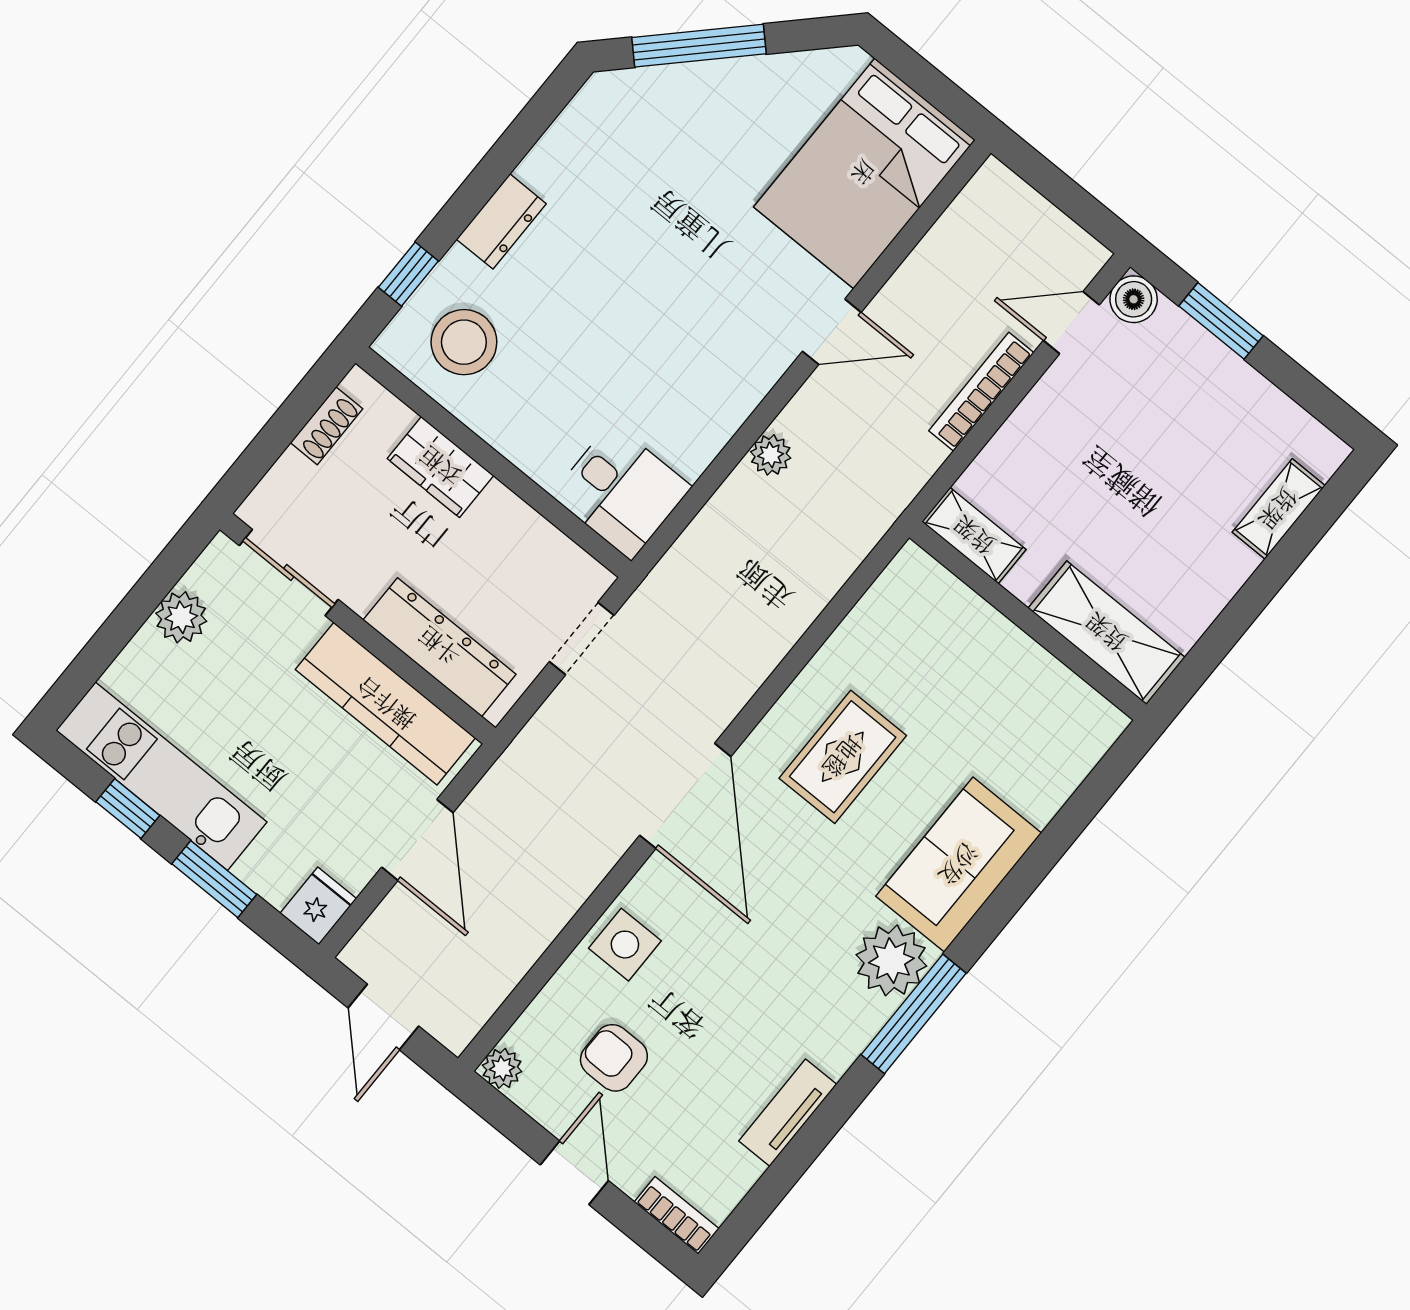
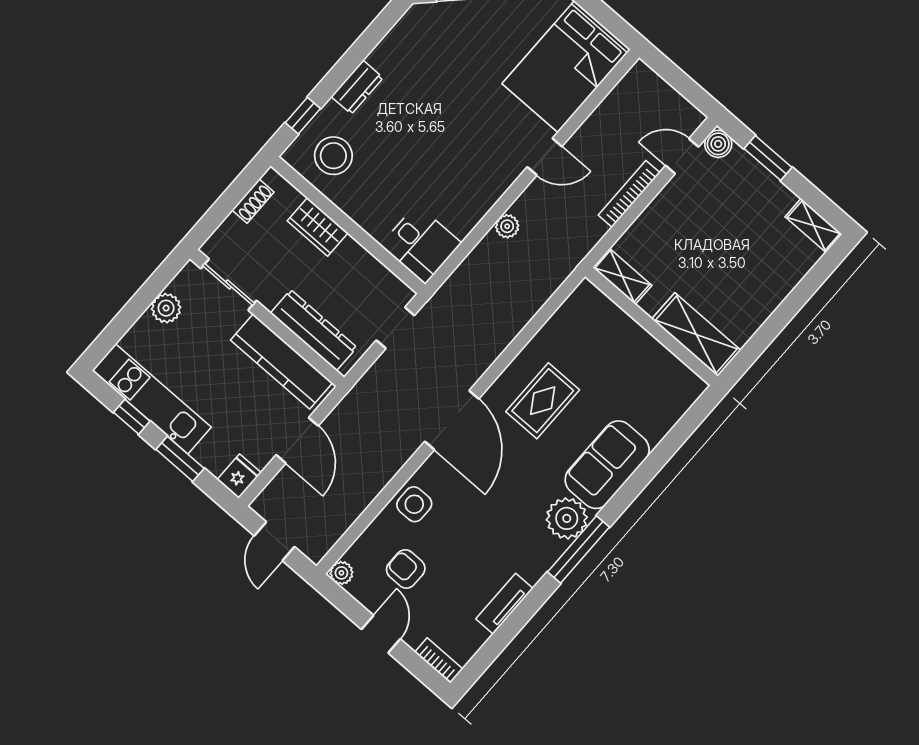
shelving: (1279, 509) -> (814, 225), moved, turned 90

